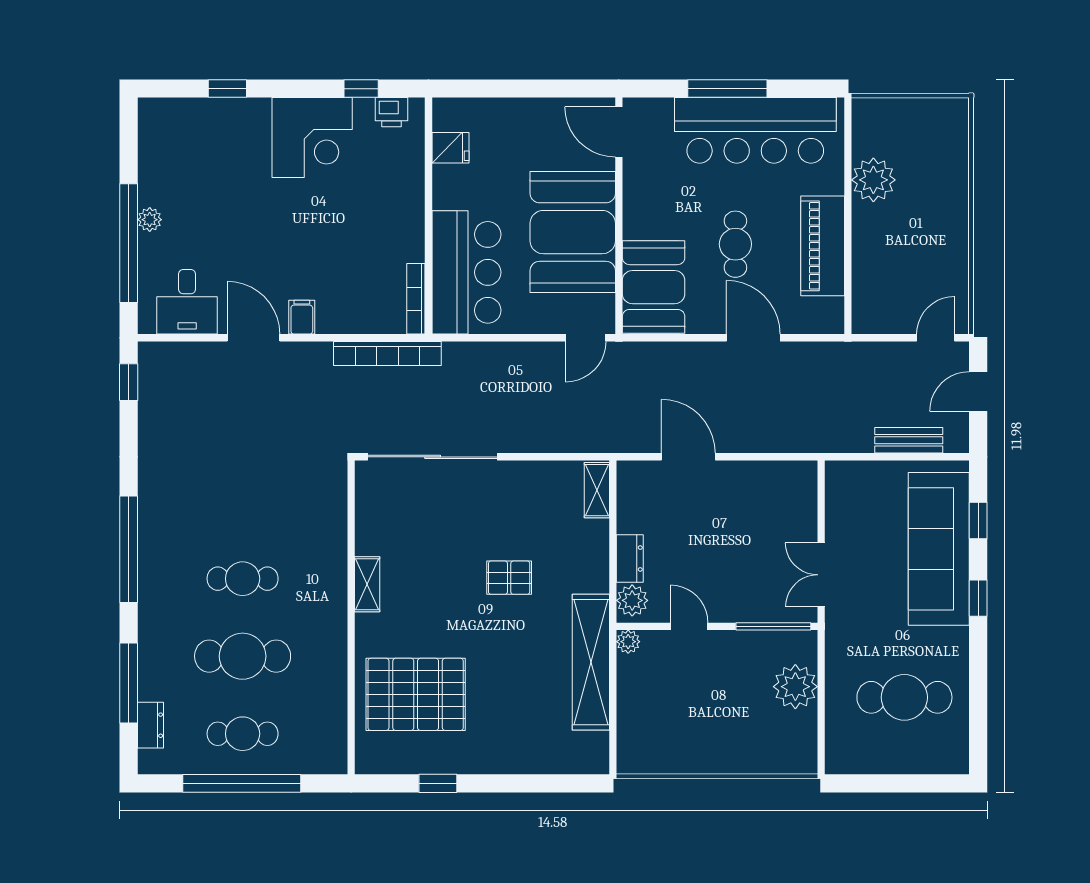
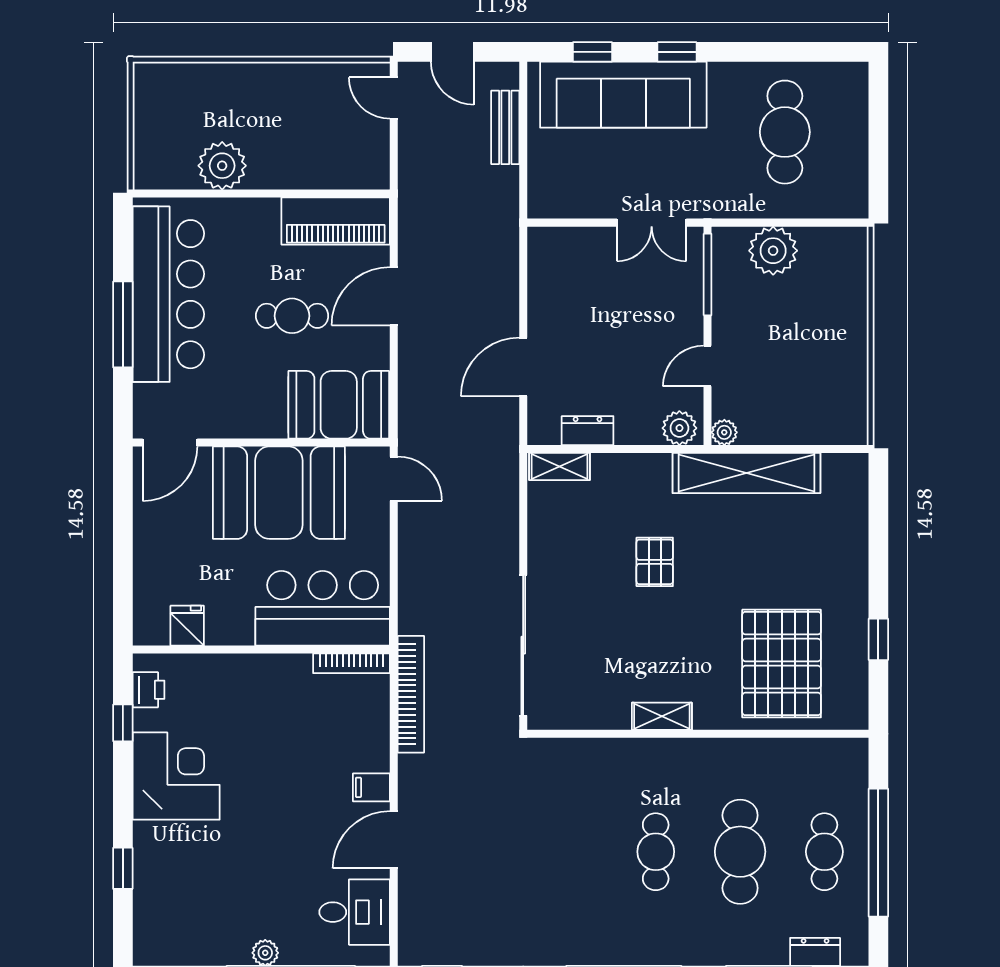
piano: (823, 246) -> (336, 221), moved
dresser: (630, 559) -> (588, 431), moved

